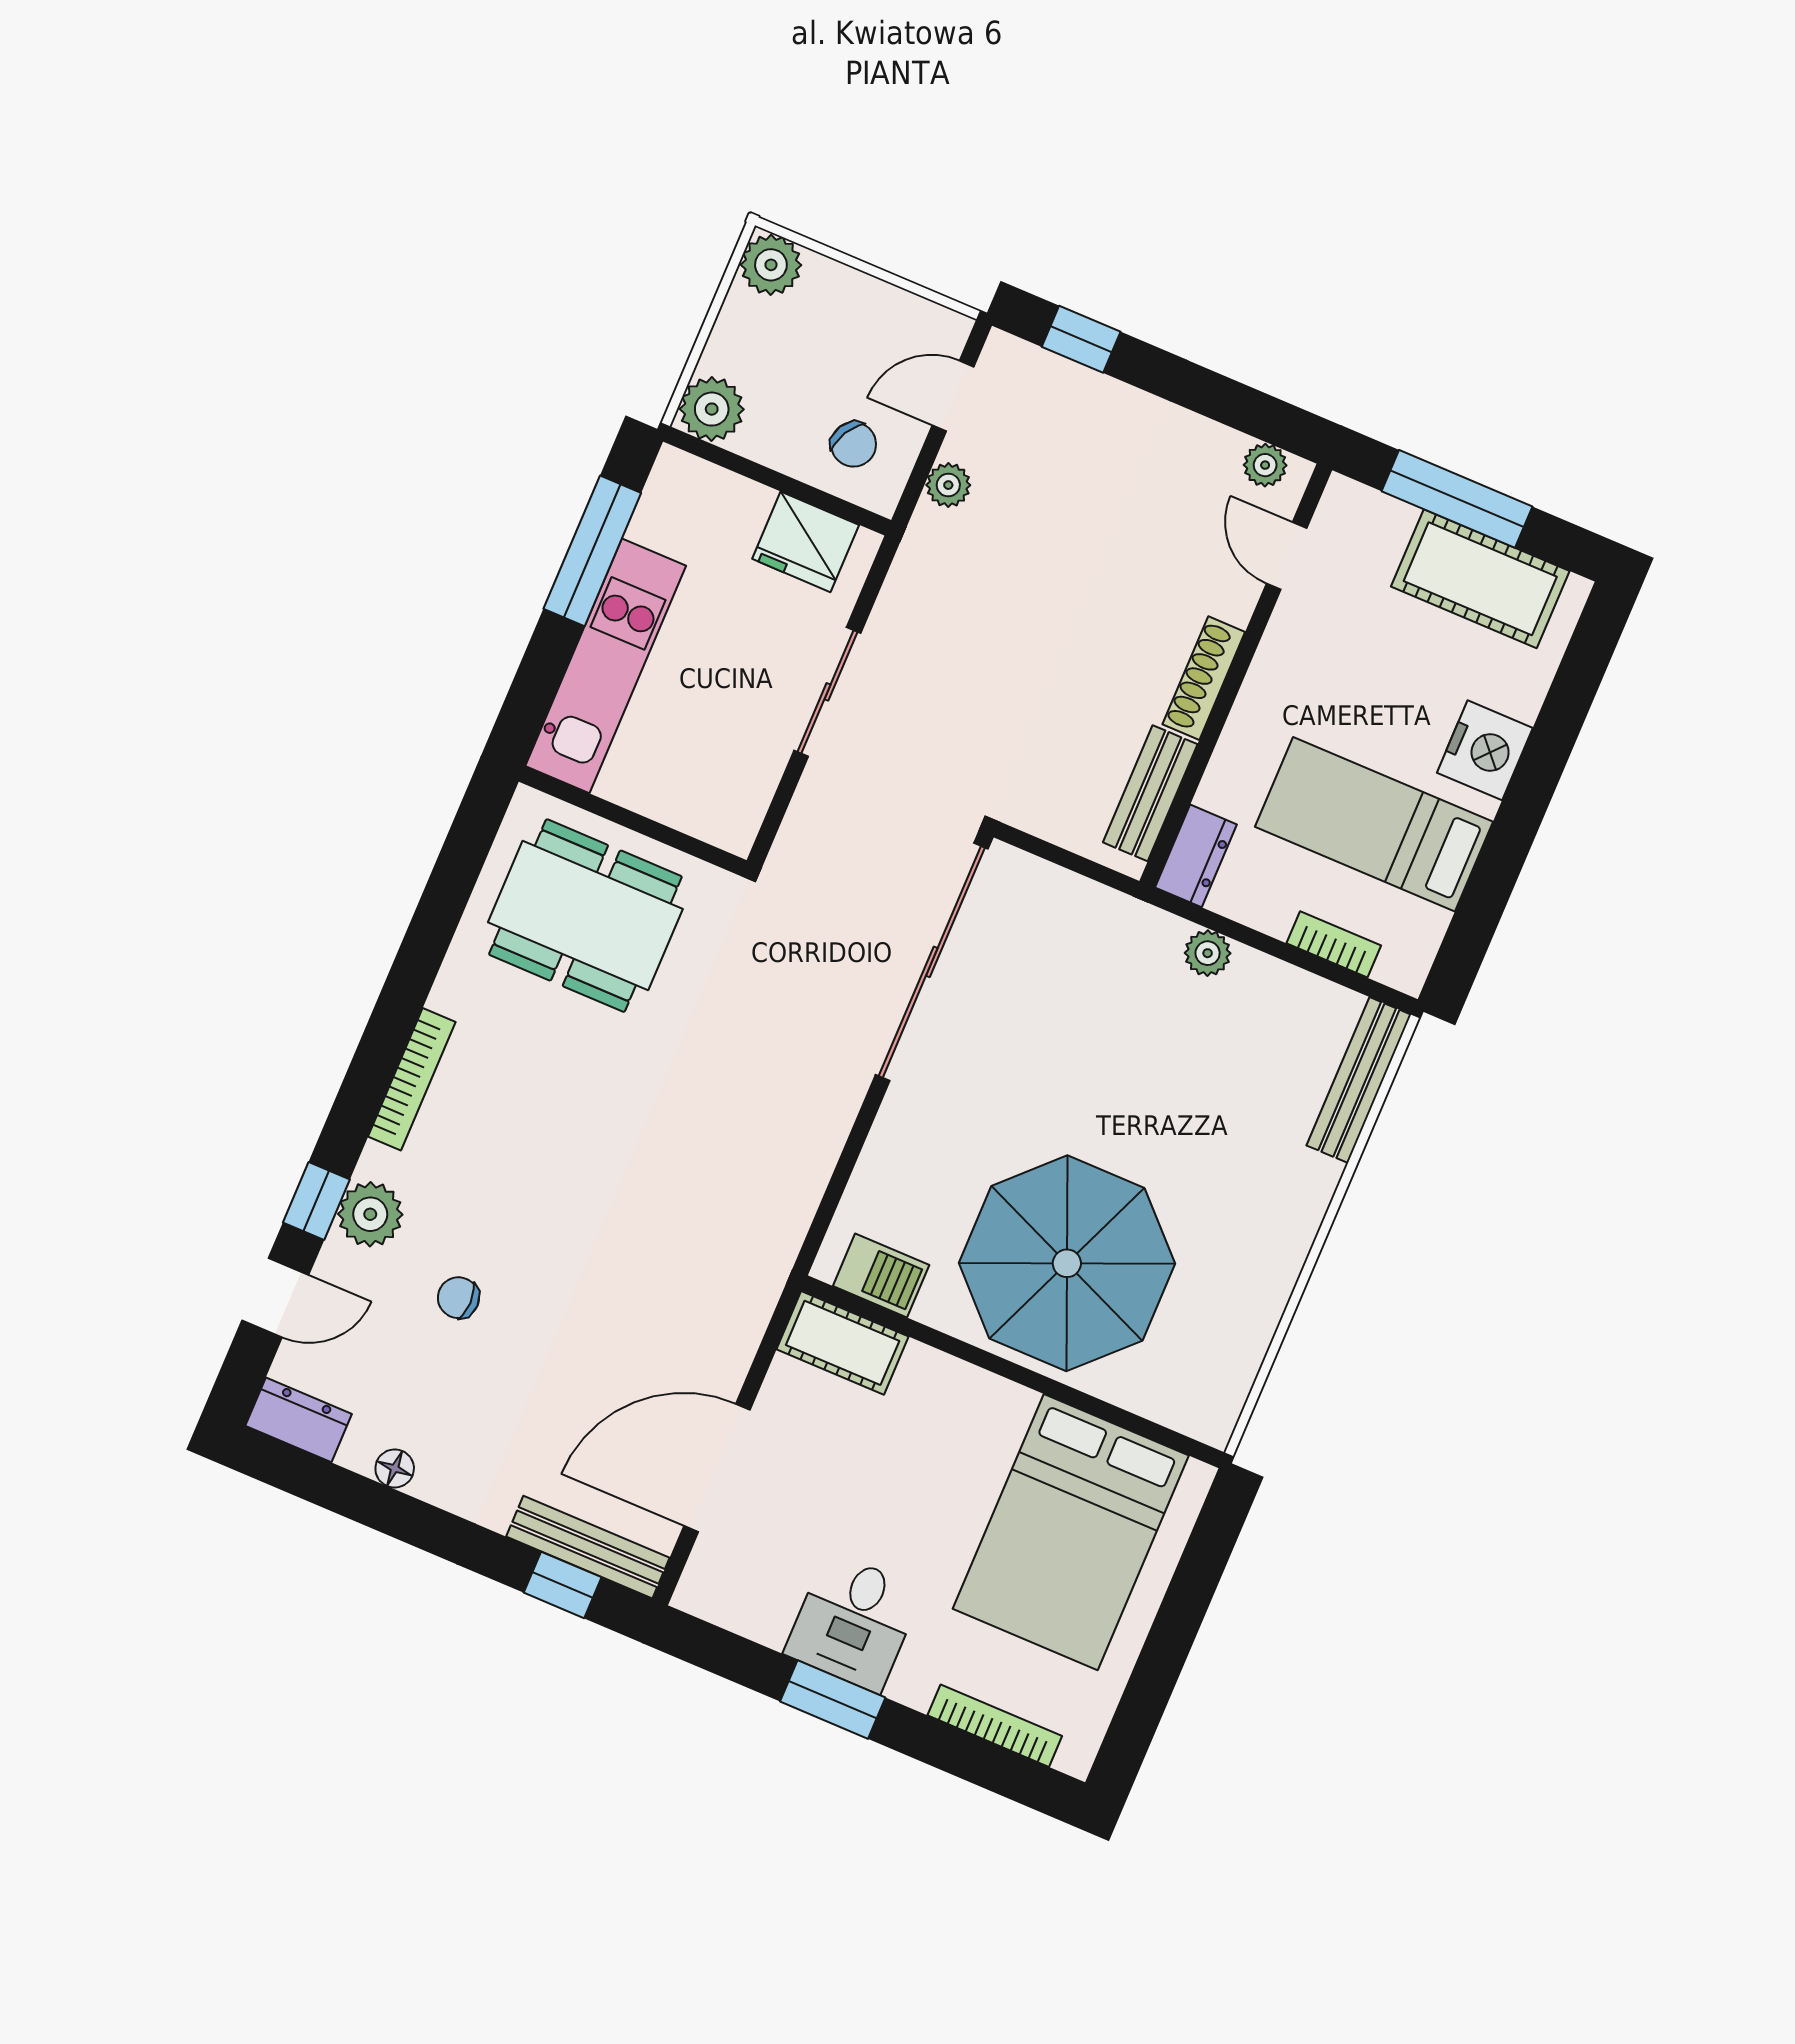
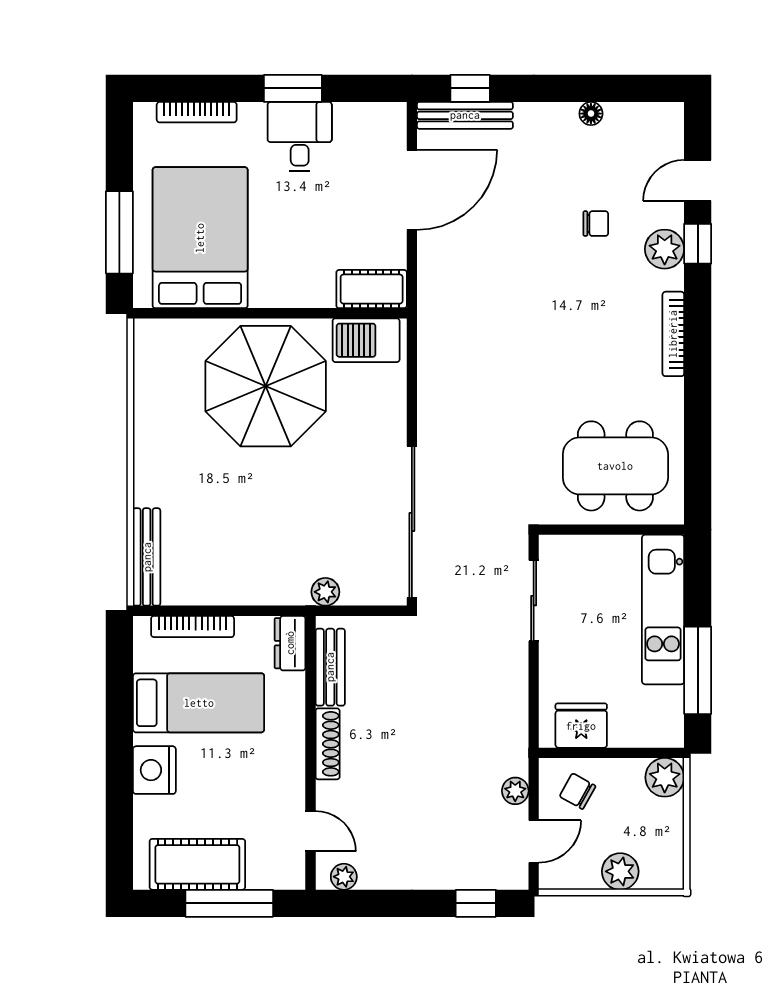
plant: (771, 265) -> (620, 871), moved
sliding door: (827, 692) -> (534, 601), moved
bookcase: (1334, 944) -> (193, 627), width x1.56
plant: (1208, 953) -> (325, 592), moved
barbecue: (881, 1275) -> (366, 340), width x1.38, depth x1.27
dresser: (299, 1420) -> (656, 118), removed
window: (1190, 1592) -> (119, 232), added

